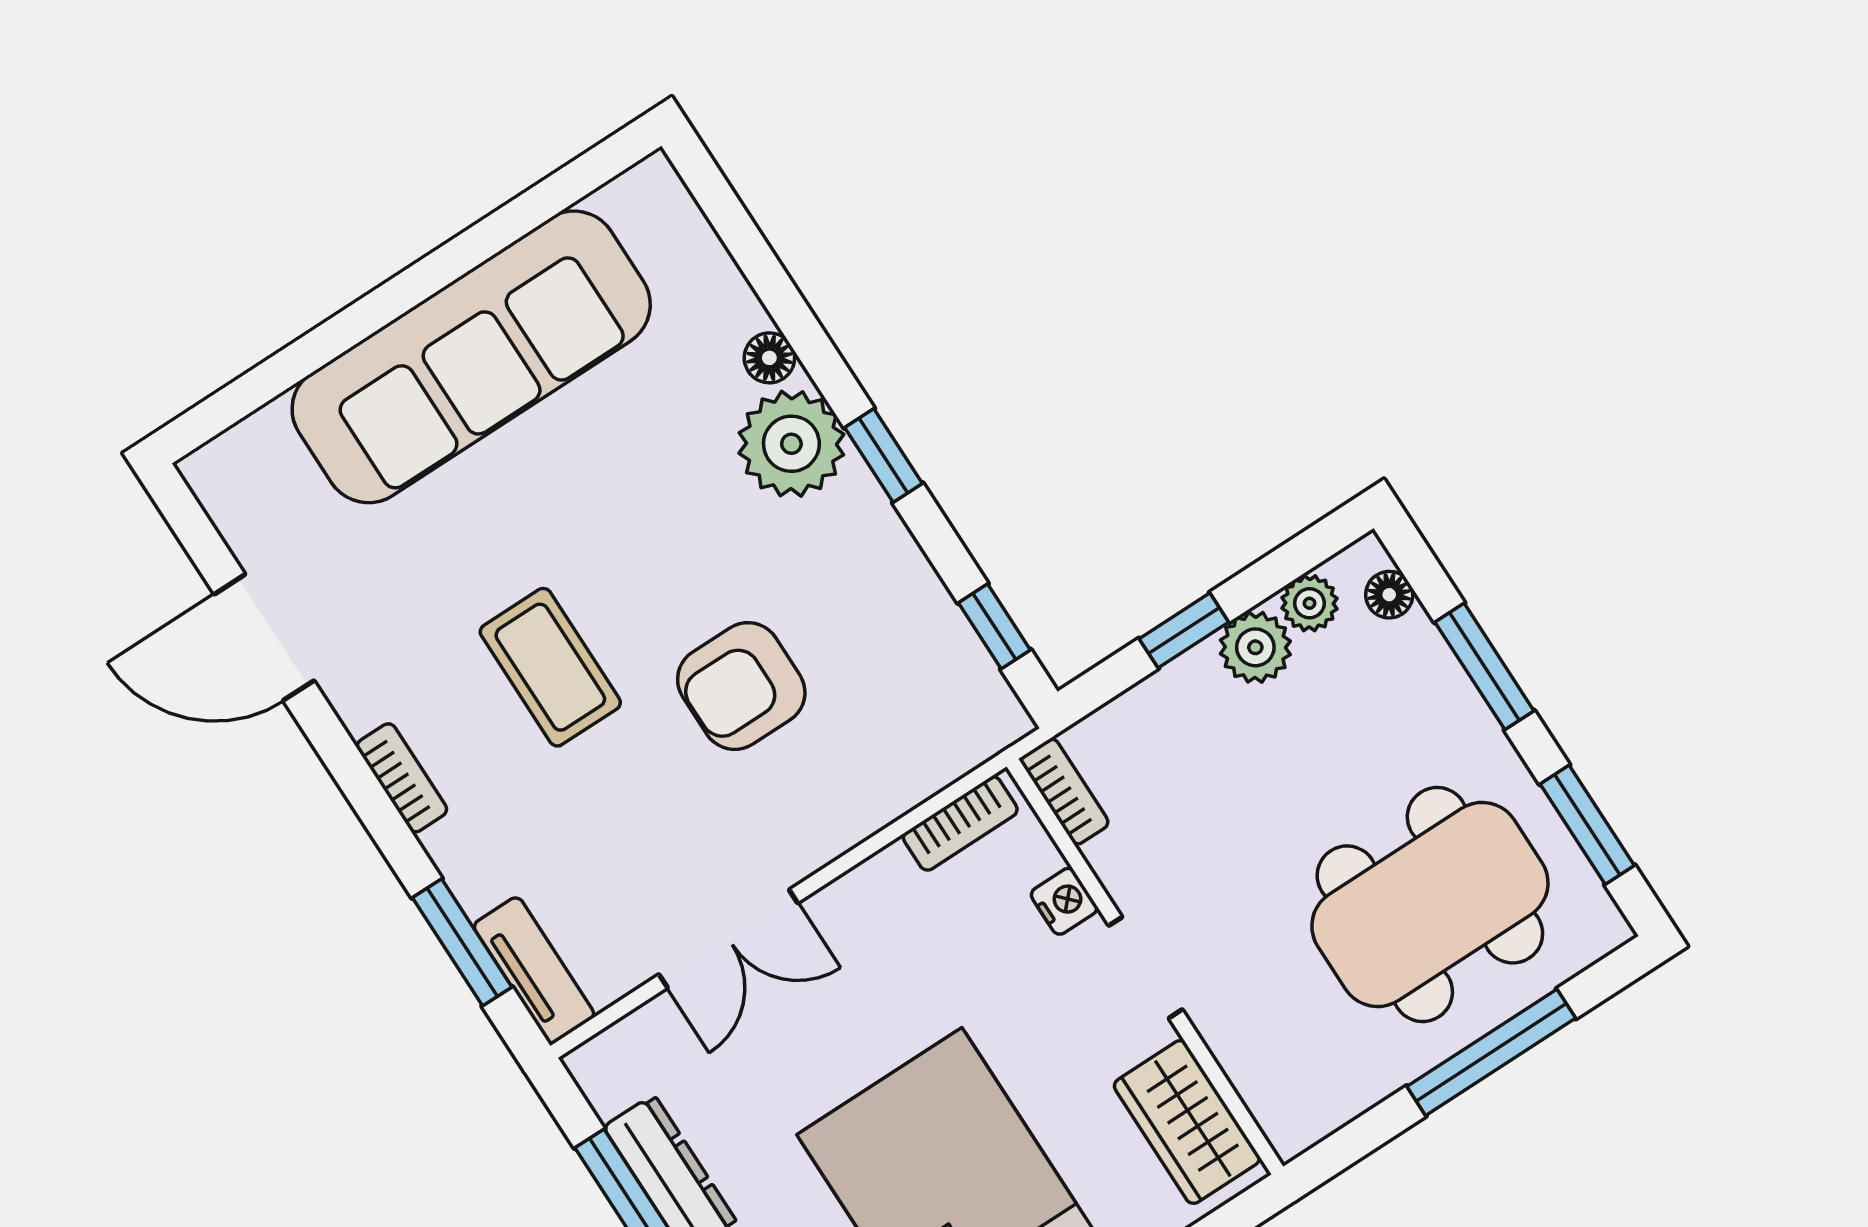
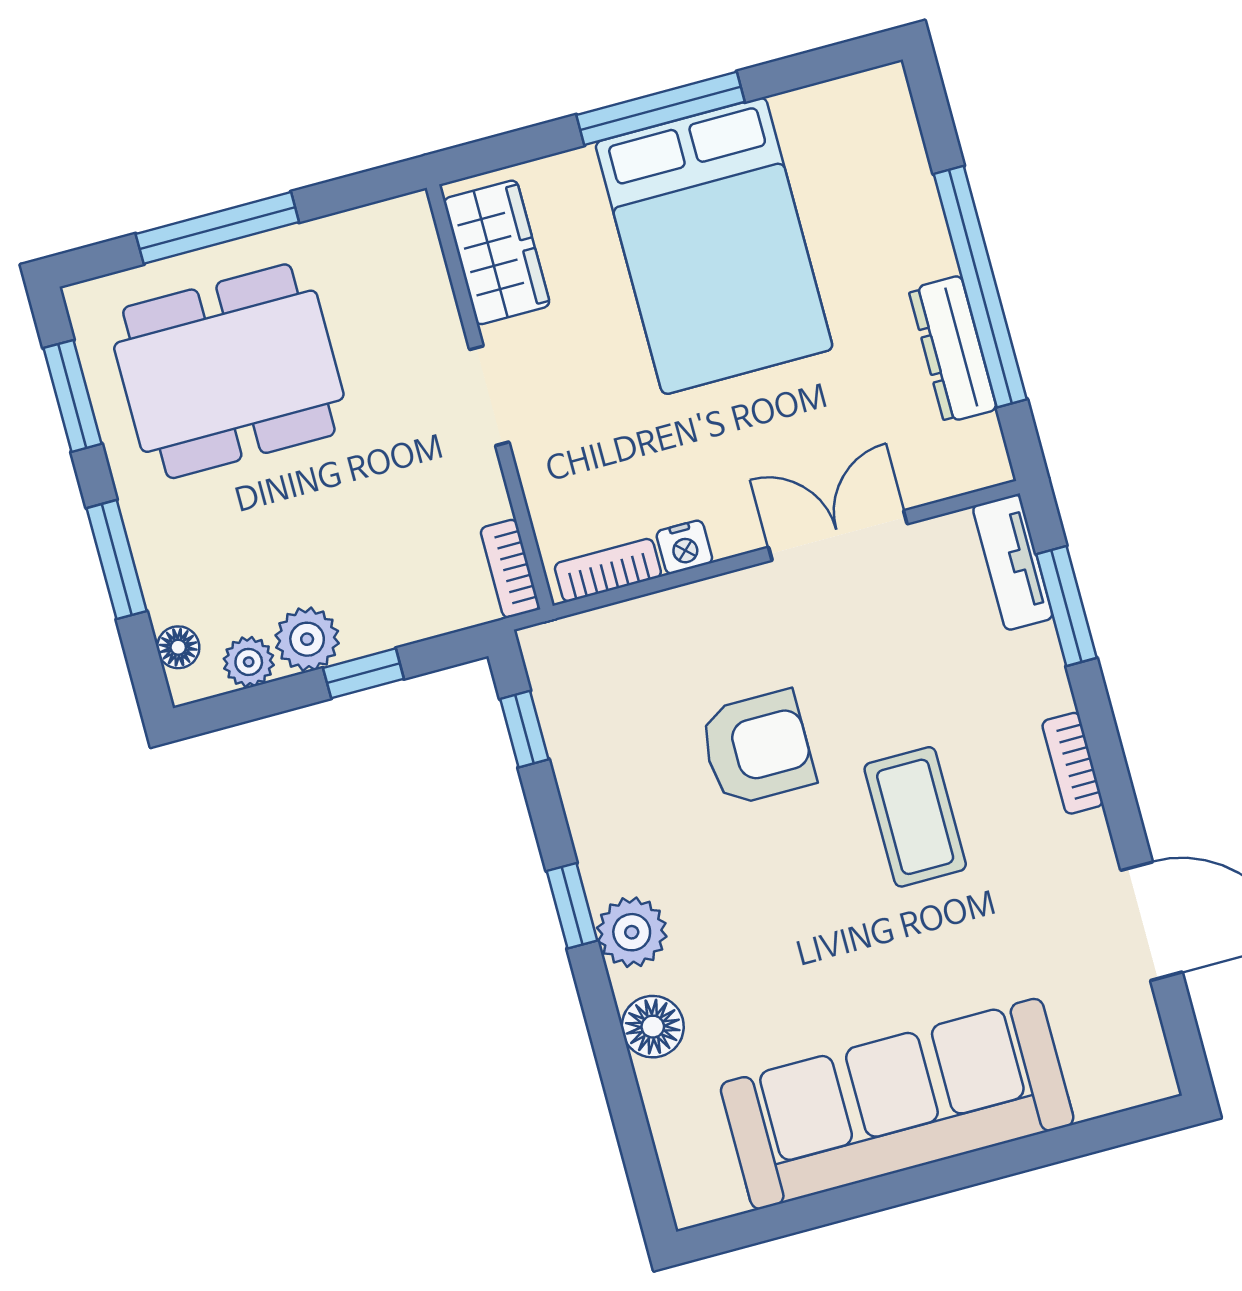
floor lamp: (769, 358) -> (653, 1027), width x1.37, depth x1.37
plant: (791, 444) -> (632, 932), width x0.73, depth x0.73
nightstand: (1064, 901) -> (684, 547), moved, turned -90

